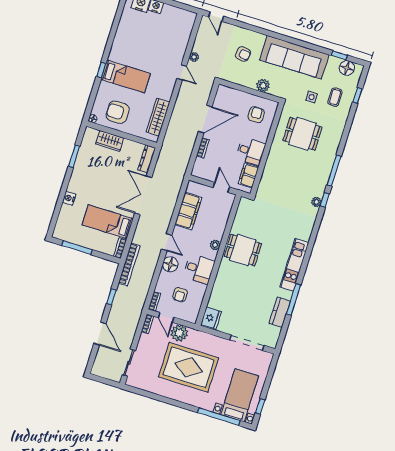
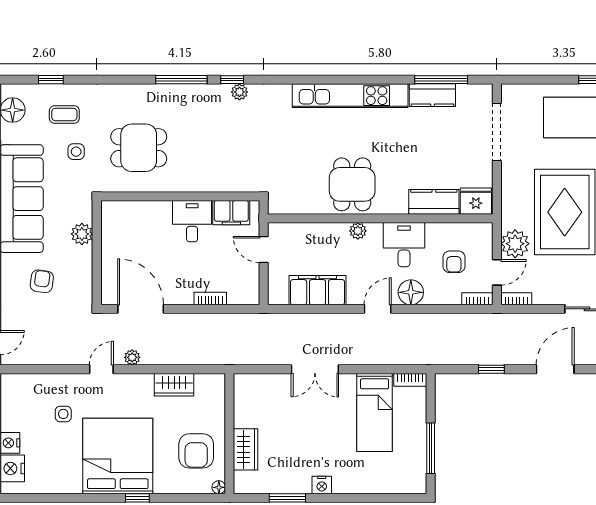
side table: (163, 42) -> (63, 414), added
plant: (194, 57) -> (132, 357), moved
bed: (126, 76) -> (118, 456), width x2.04
armchair: (256, 115) -> (131, 230), removed
wardrobe: (158, 117) -> (174, 385), width x0.67
door: (205, 119) -> (141, 309), moved
dining table: (302, 134) -> (139, 148), turned 90
dresser: (147, 159) -> (256, 382), removed
door: (221, 187) -> (264, 250), hinge flipped
double door: (143, 195) -> (315, 369), width x0.73
nightstand: (69, 198) -> (322, 485), moved
bookcase: (129, 264) -> (431, 357), removed
kitchen unit: (294, 265) -> (350, 96), width x1.36
kitchen counter: (218, 294) -> (434, 202), added
armchair: (180, 295) -> (454, 262), turned 90
window: (294, 299) -> (441, 80), moved

